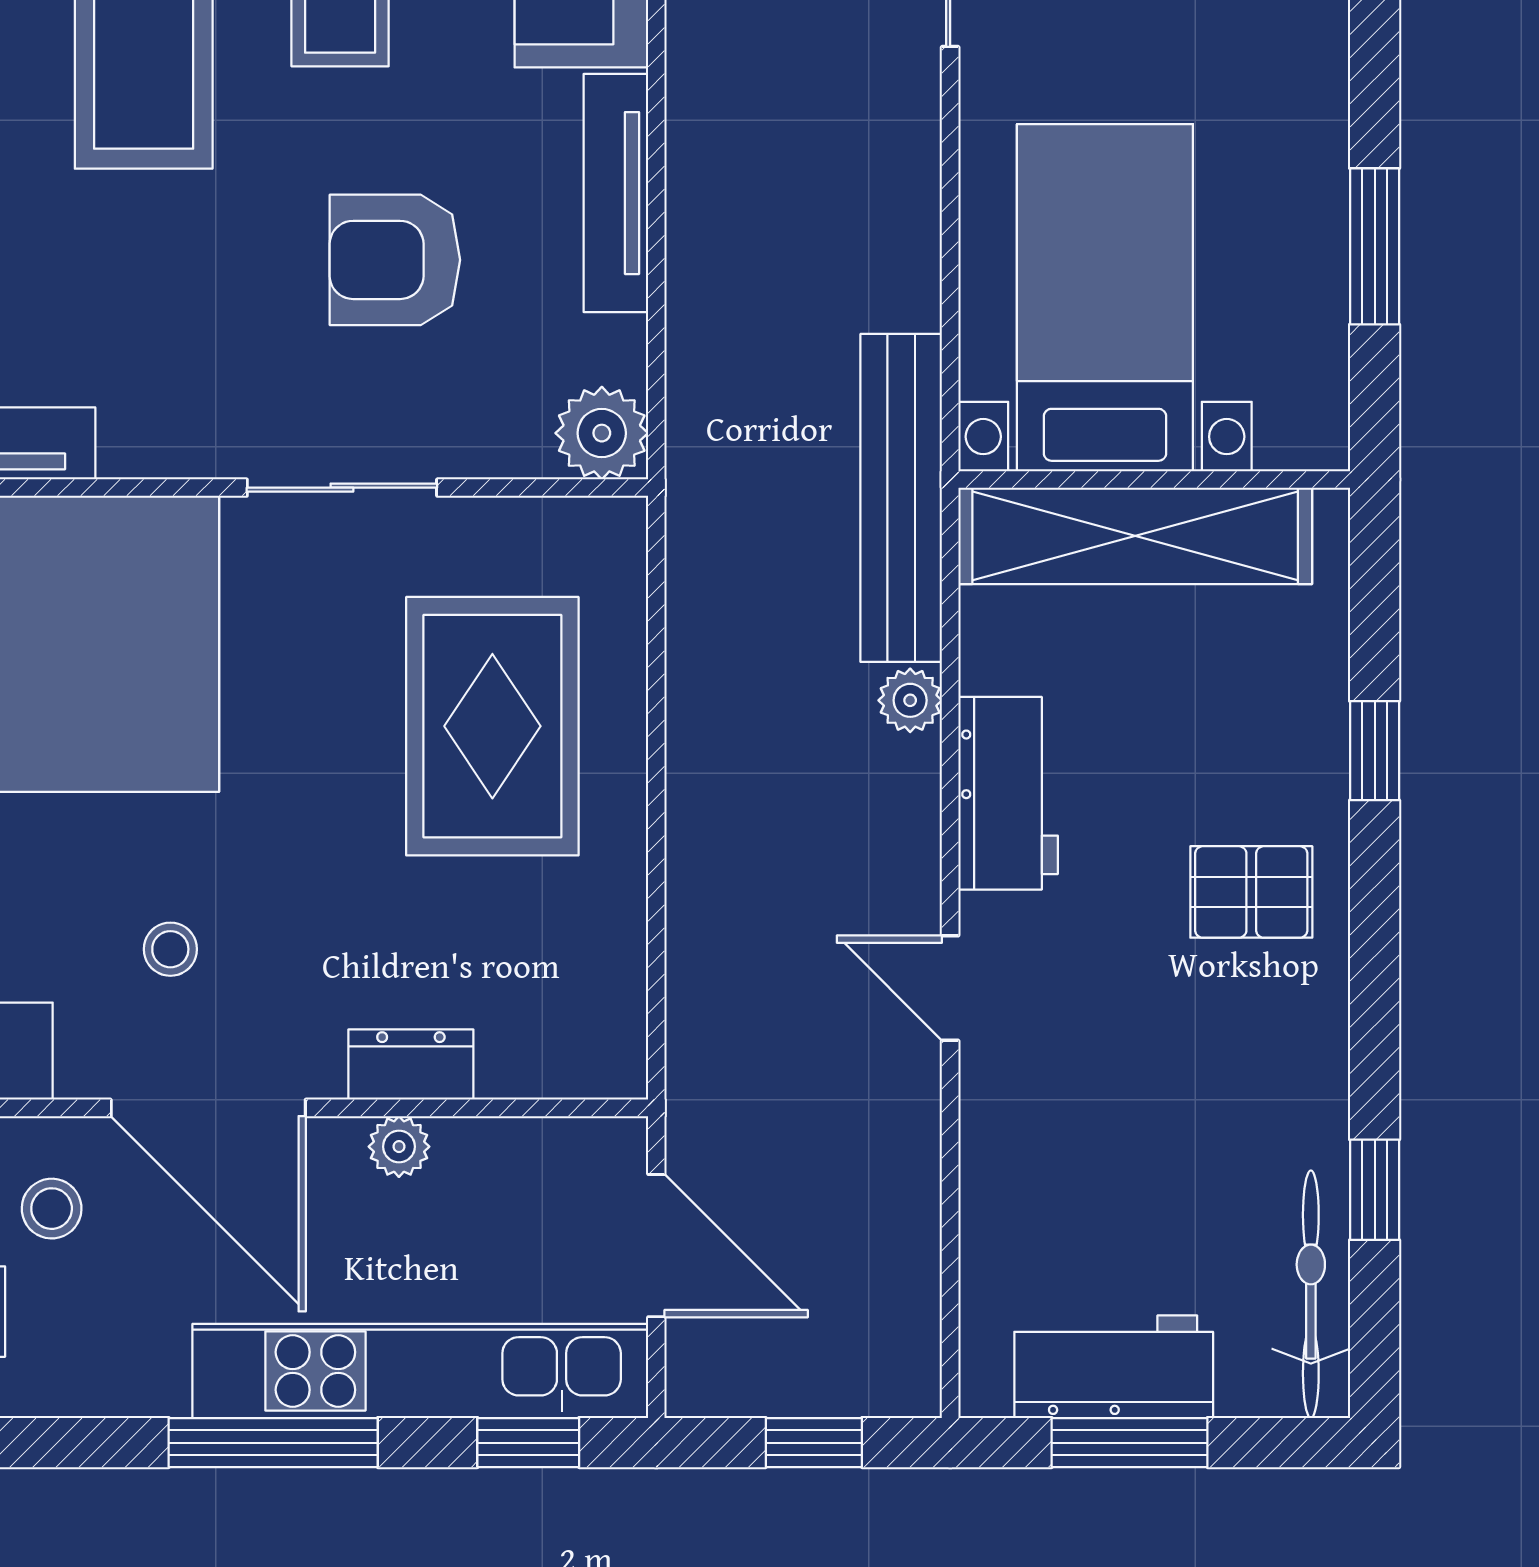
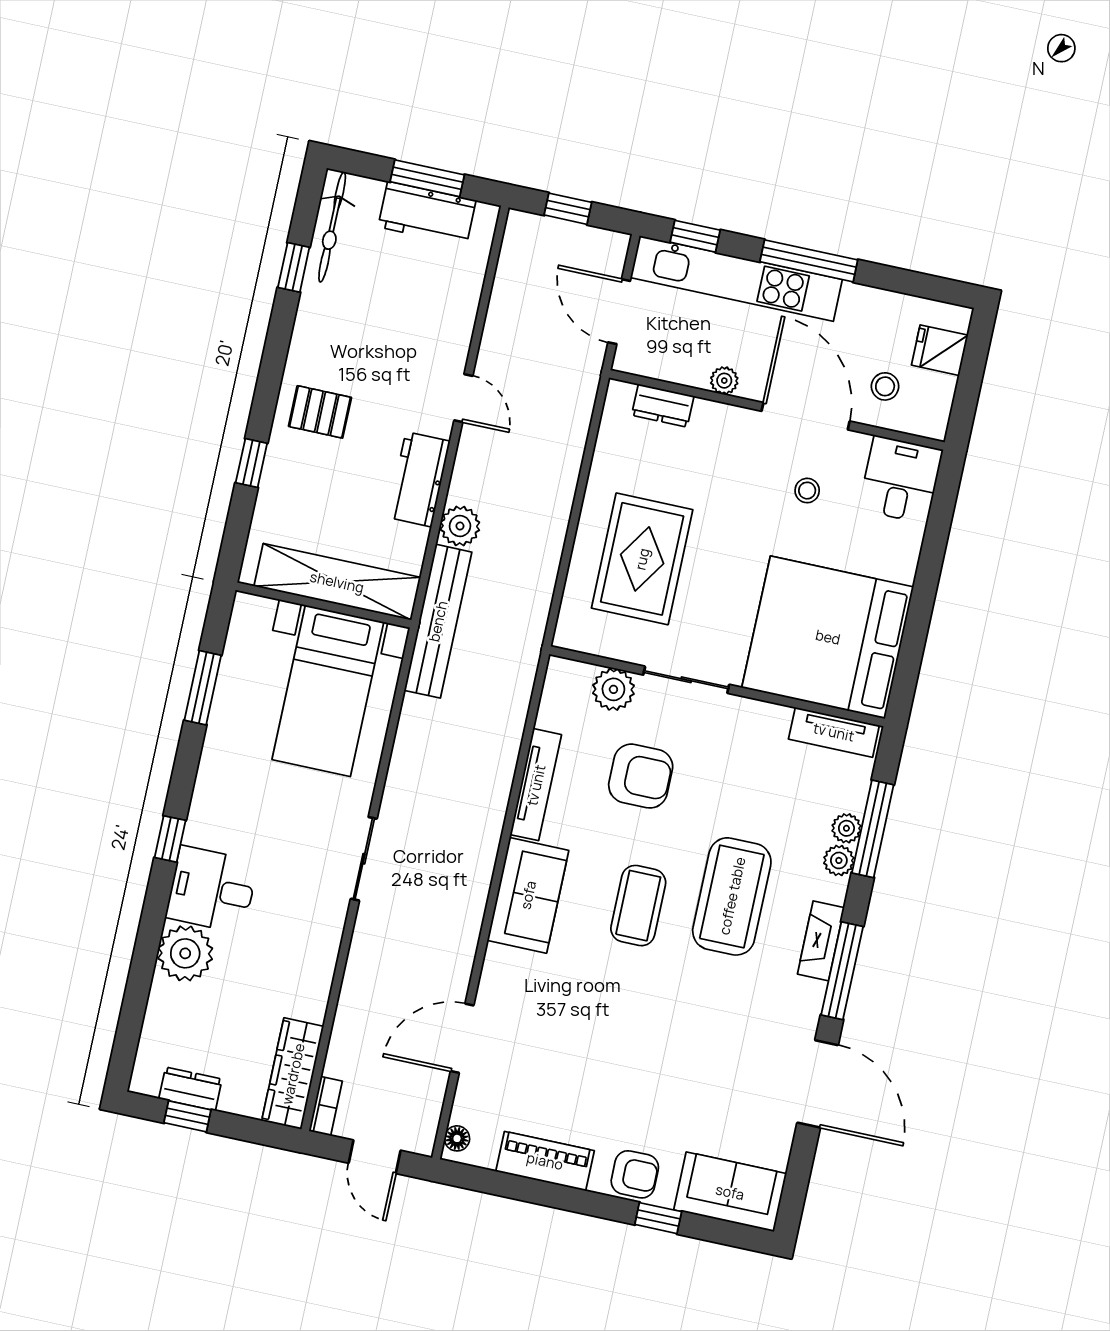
plant: (602, 433) -> (613, 689), moved
plant: (910, 700) -> (460, 526), width x1.38, depth x1.38
dresser: (411, 1065) -> (663, 406), moved

